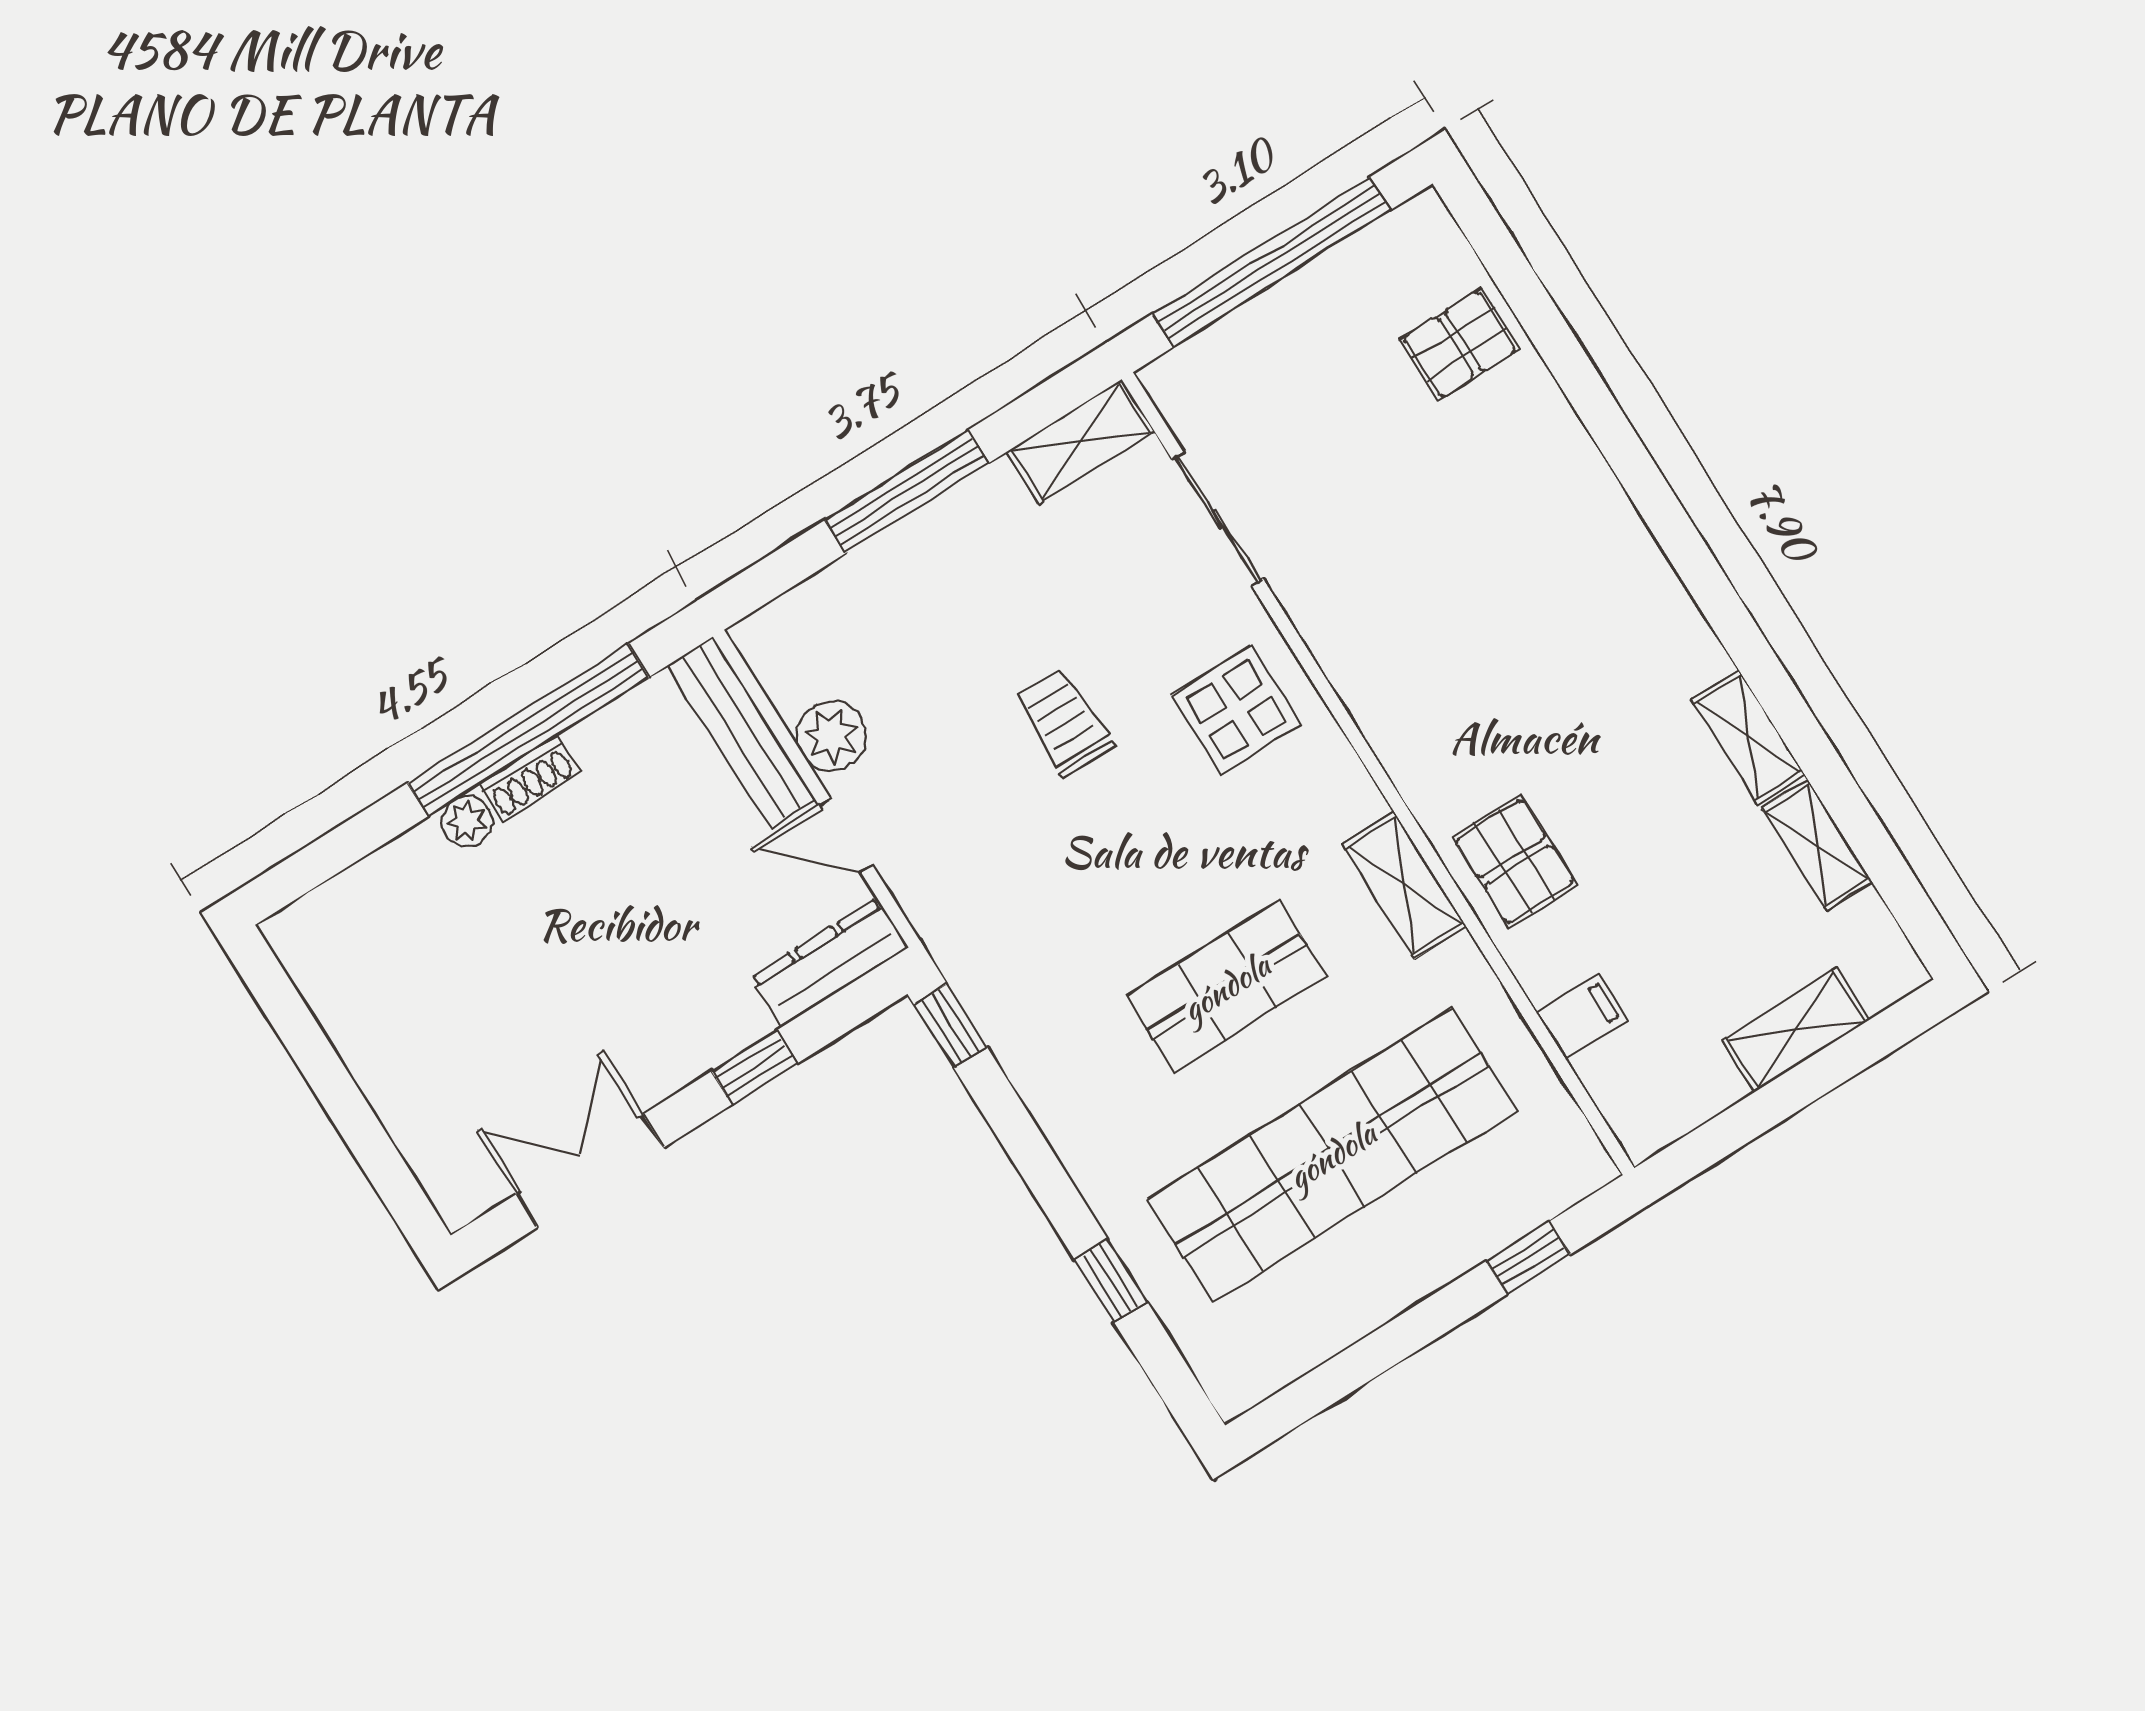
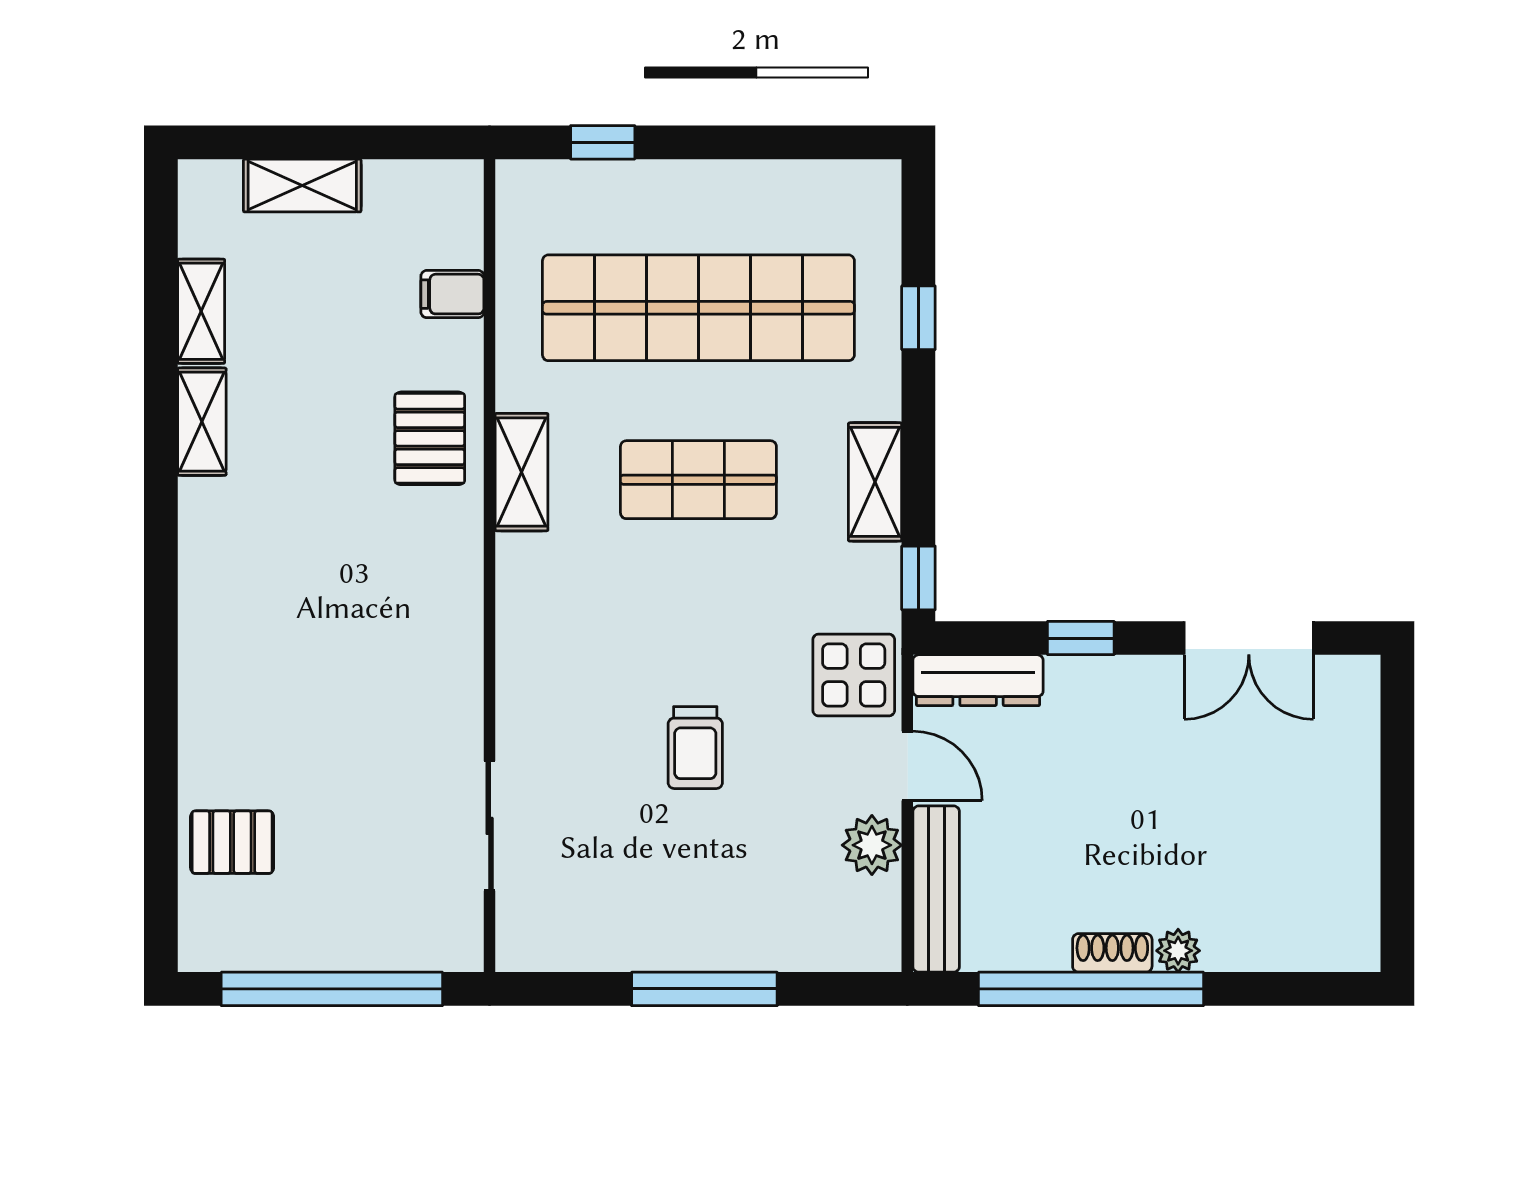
shelving: (1080, 442) -> (875, 482), moved, turned 90
display table: (1236, 710) -> (854, 675), moved

